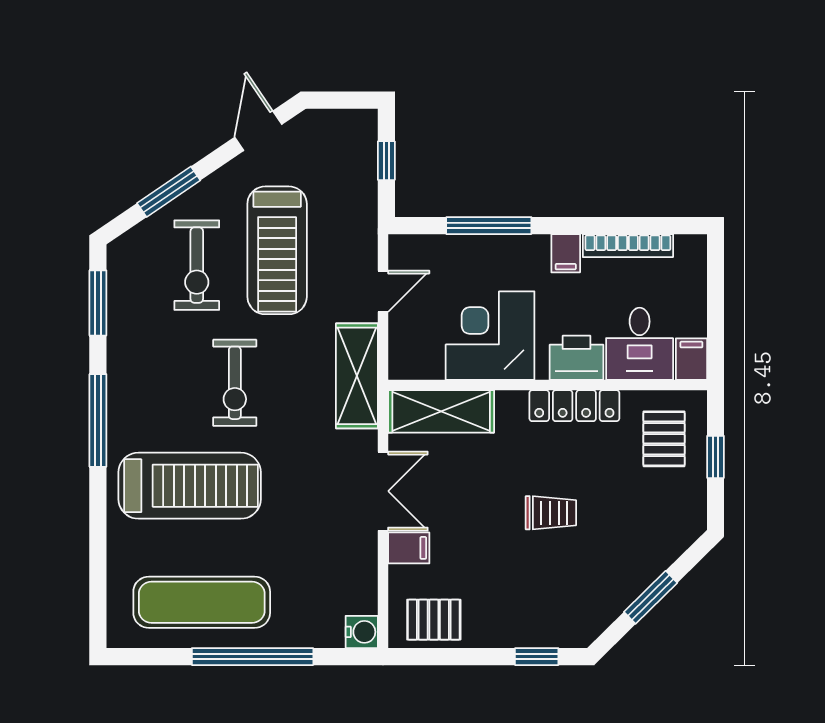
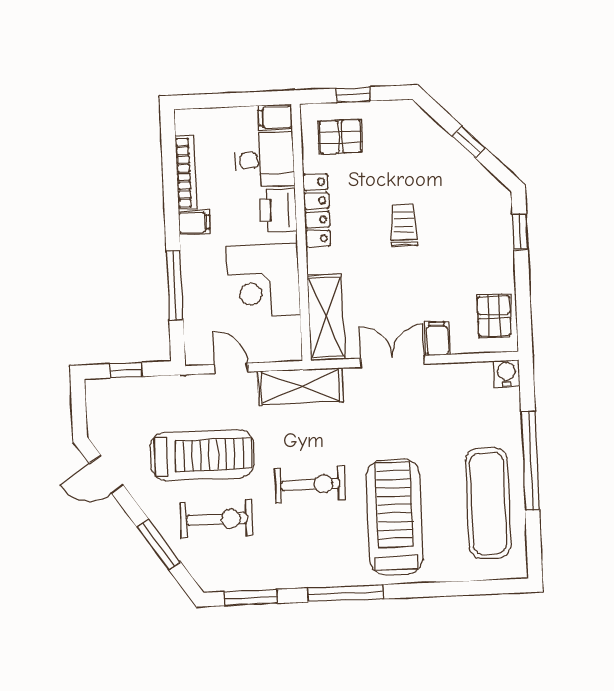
window: (651, 597) -> (468, 142), width x0.67

